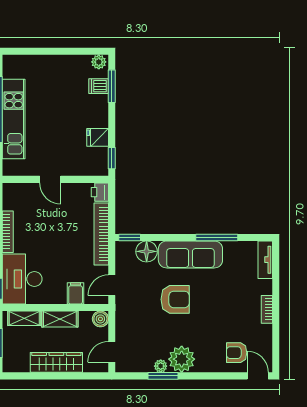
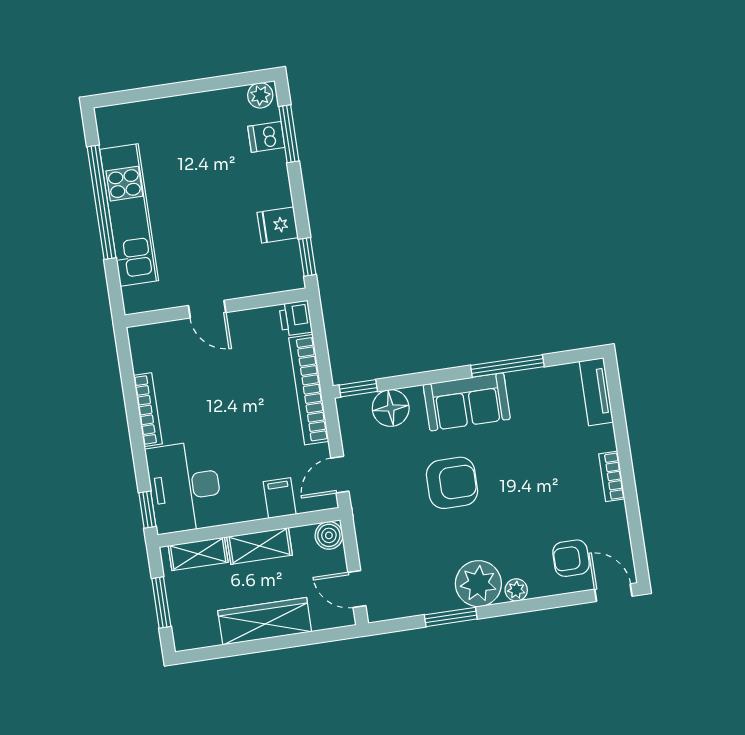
sofa: (190, 254) -> (467, 402), width x0.73
door: (112, 352) -> (357, 589), hinge flipped
plant: (161, 366) -> (516, 590), moved

